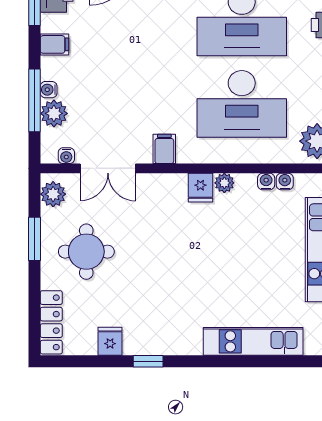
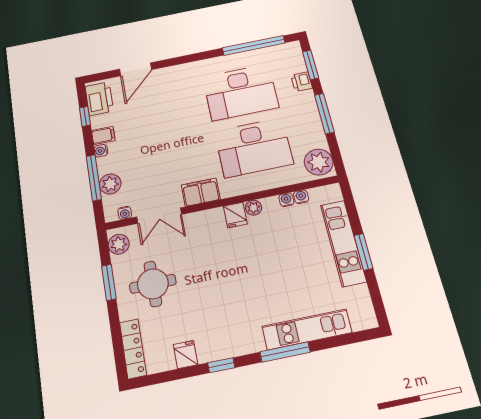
water cooler: (49, 90) -> (101, 151), moved
filing cabinet: (164, 149) -> (201, 192), width x2.00
window: (223, 361) -> (285, 352), added

